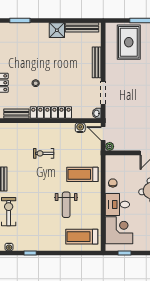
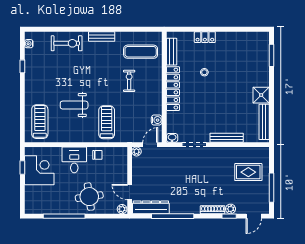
rug: (129, 42) -> (248, 172), width x0.73, depth x0.70
exercise mat: (16, 143) -> (141, 52), added
corner desk: (119, 230) -> (39, 170), moved, turned -90

